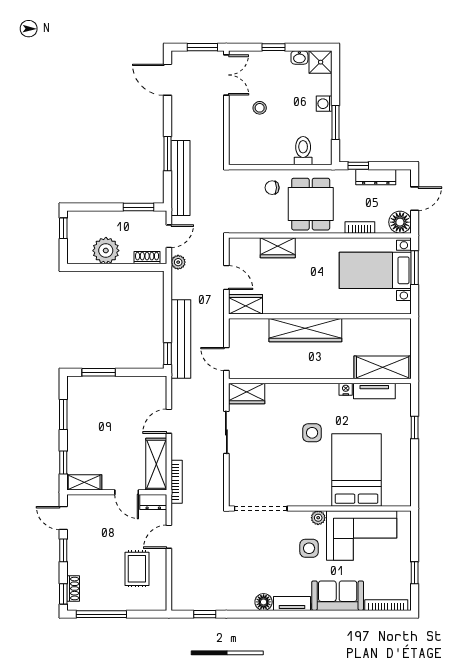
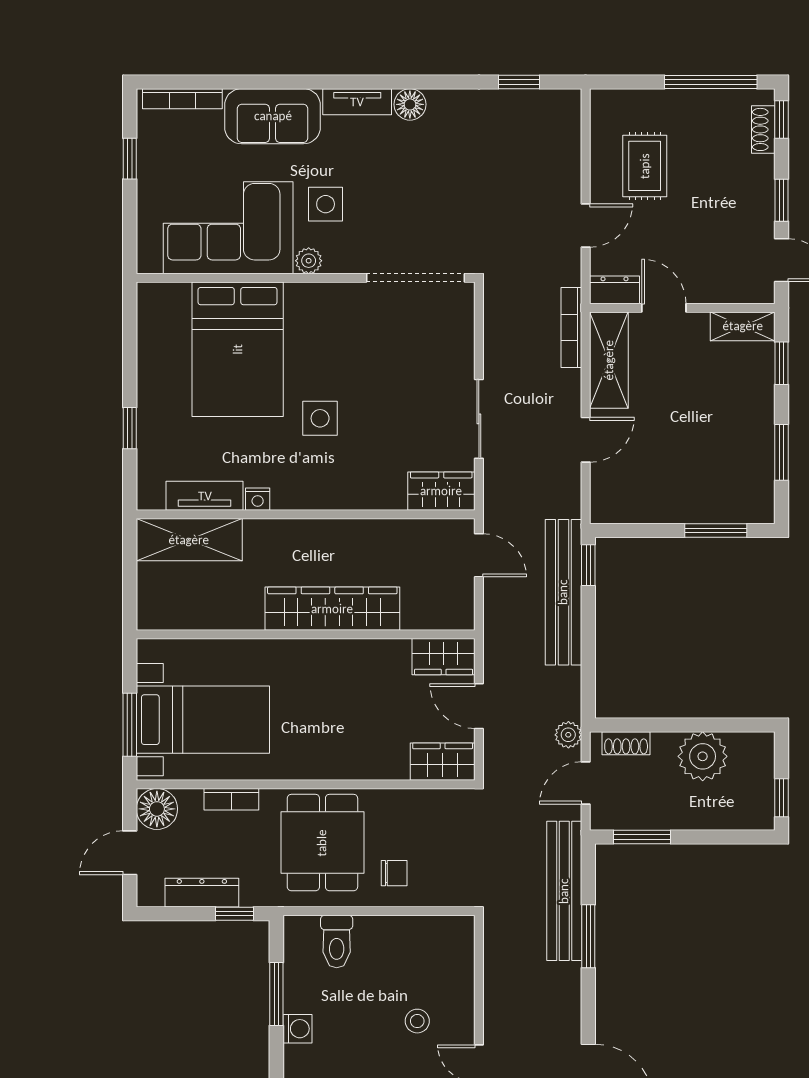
wardrobe: (278, 248) -> (443, 762), moved

